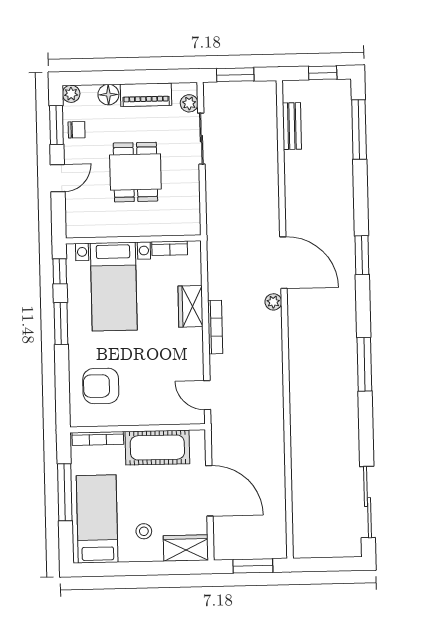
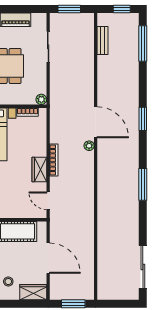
plant: (189, 103) -> (41, 99), moved
wardrobe: (191, 306) -> (39, 170), moved

